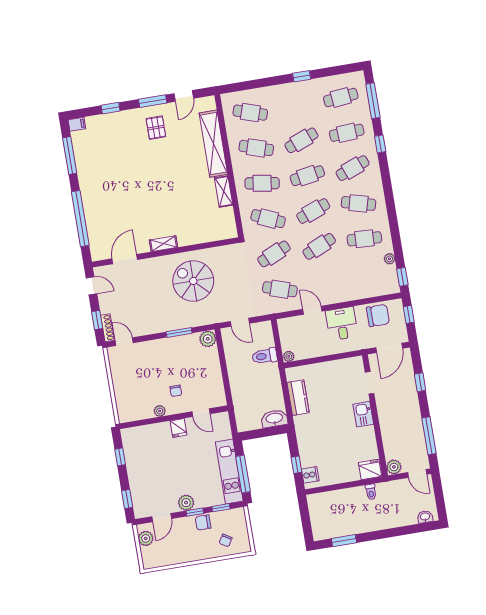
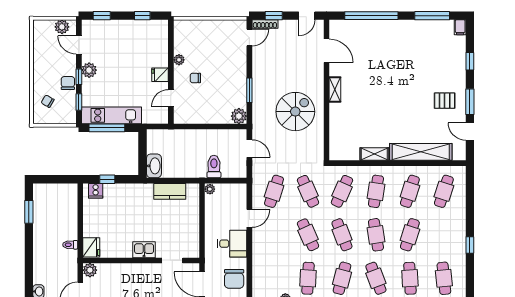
cafe table: (301, 140) -> (410, 235), turned 39
door: (240, 322) -> (249, 149), swing flipped

